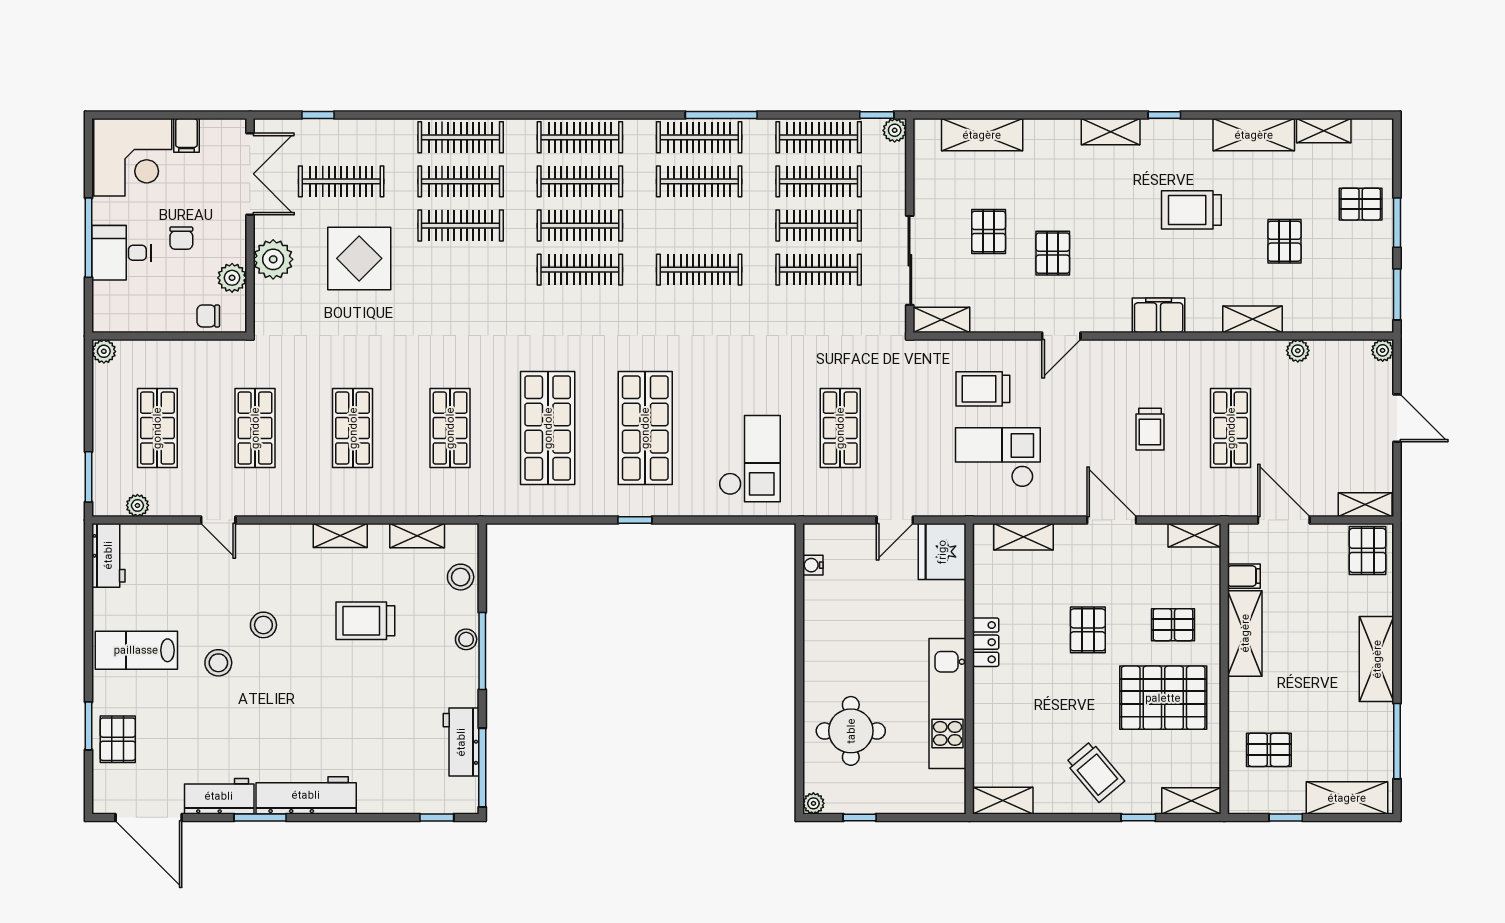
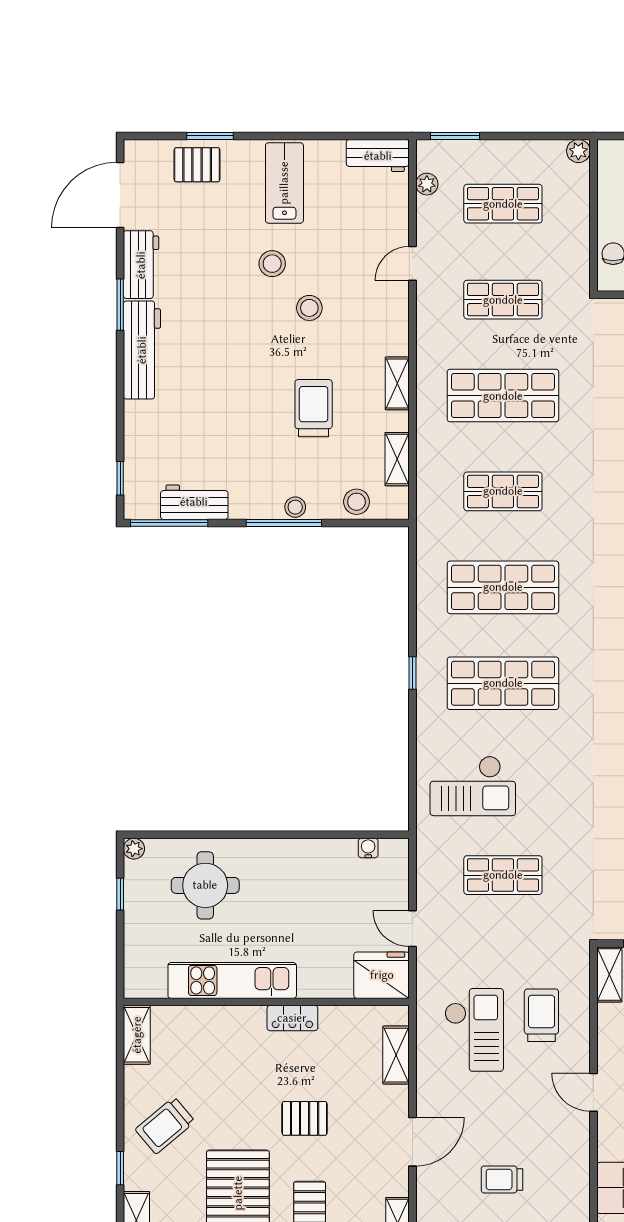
shop shelf: (353, 428) -> (503, 396), width x1.43, depth x1.36

